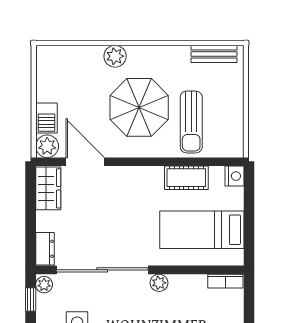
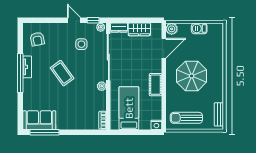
plant: (115, 56) -> (218, 64), removed
barbecue: (47, 118) -> (199, 28), moved
sun lounger: (191, 122) -> (186, 118), moved
cot: (186, 178) -> (156, 85), moved
wardrobe: (48, 188) -> (139, 29), moved

